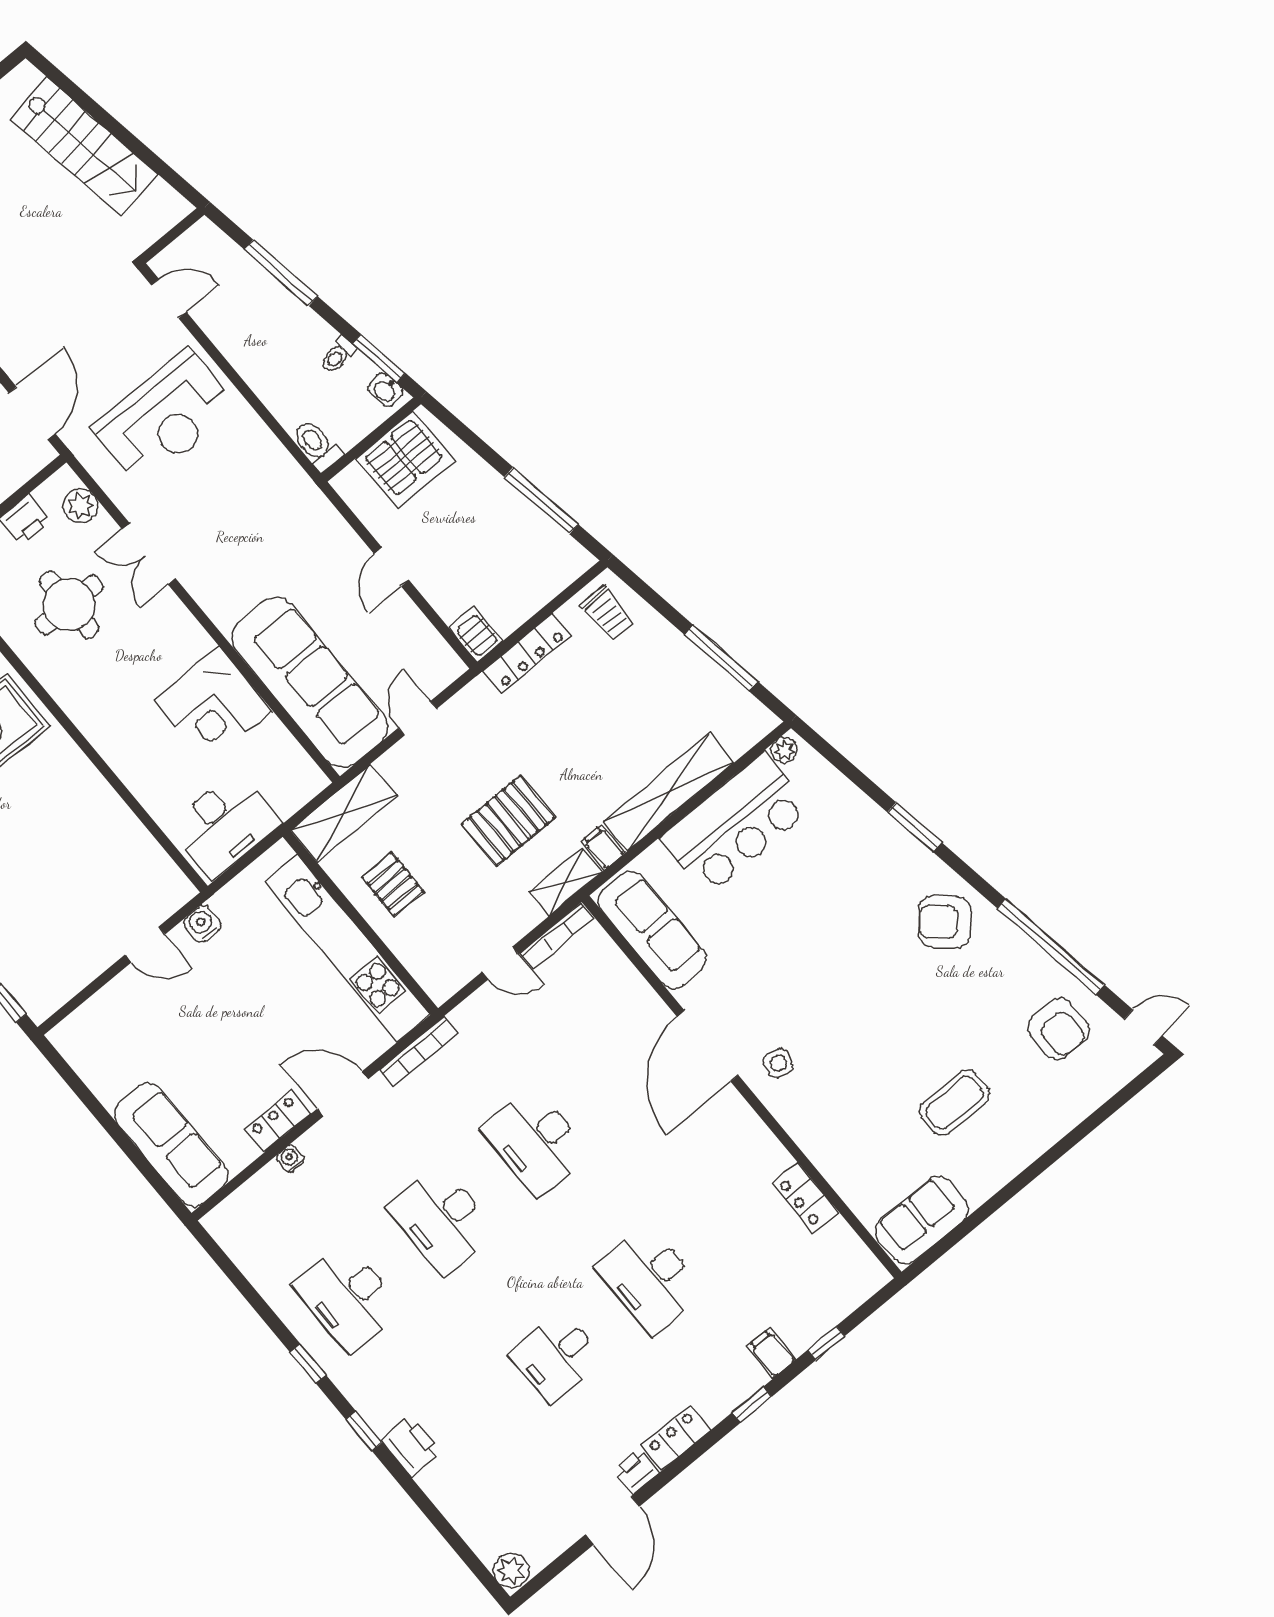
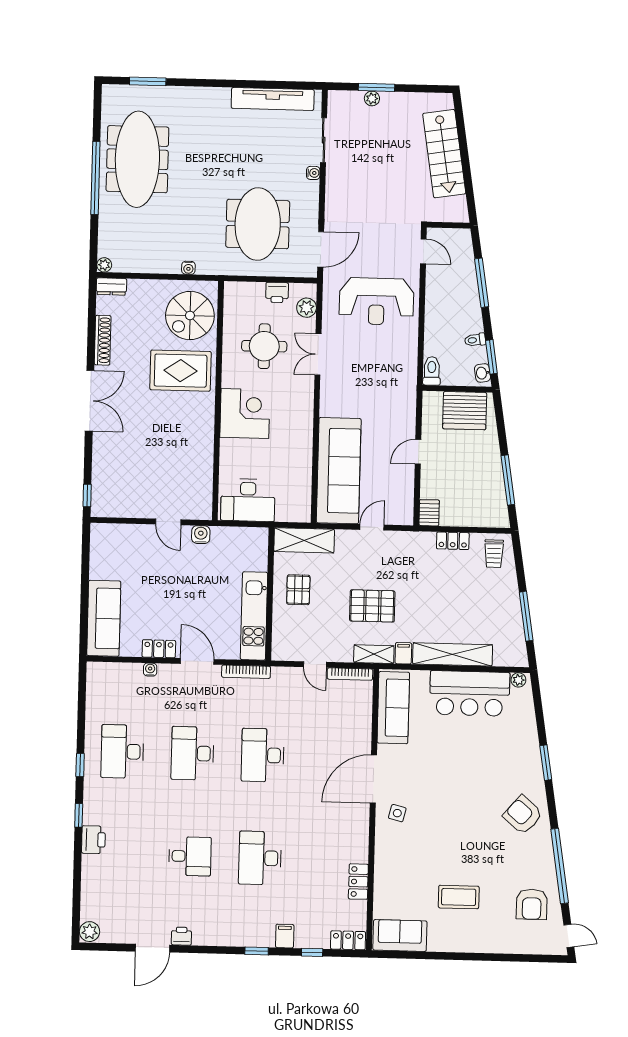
locker: (527, 653) -> (453, 541), width x0.66
corner desk: (213, 705) -> (245, 413), moved, turned 180
kitchen unit: (347, 948) -> (254, 616), width x0.73
desk: (556, 1357) -> (190, 856), turned 180
locker: (676, 1438) -> (348, 940), moved

